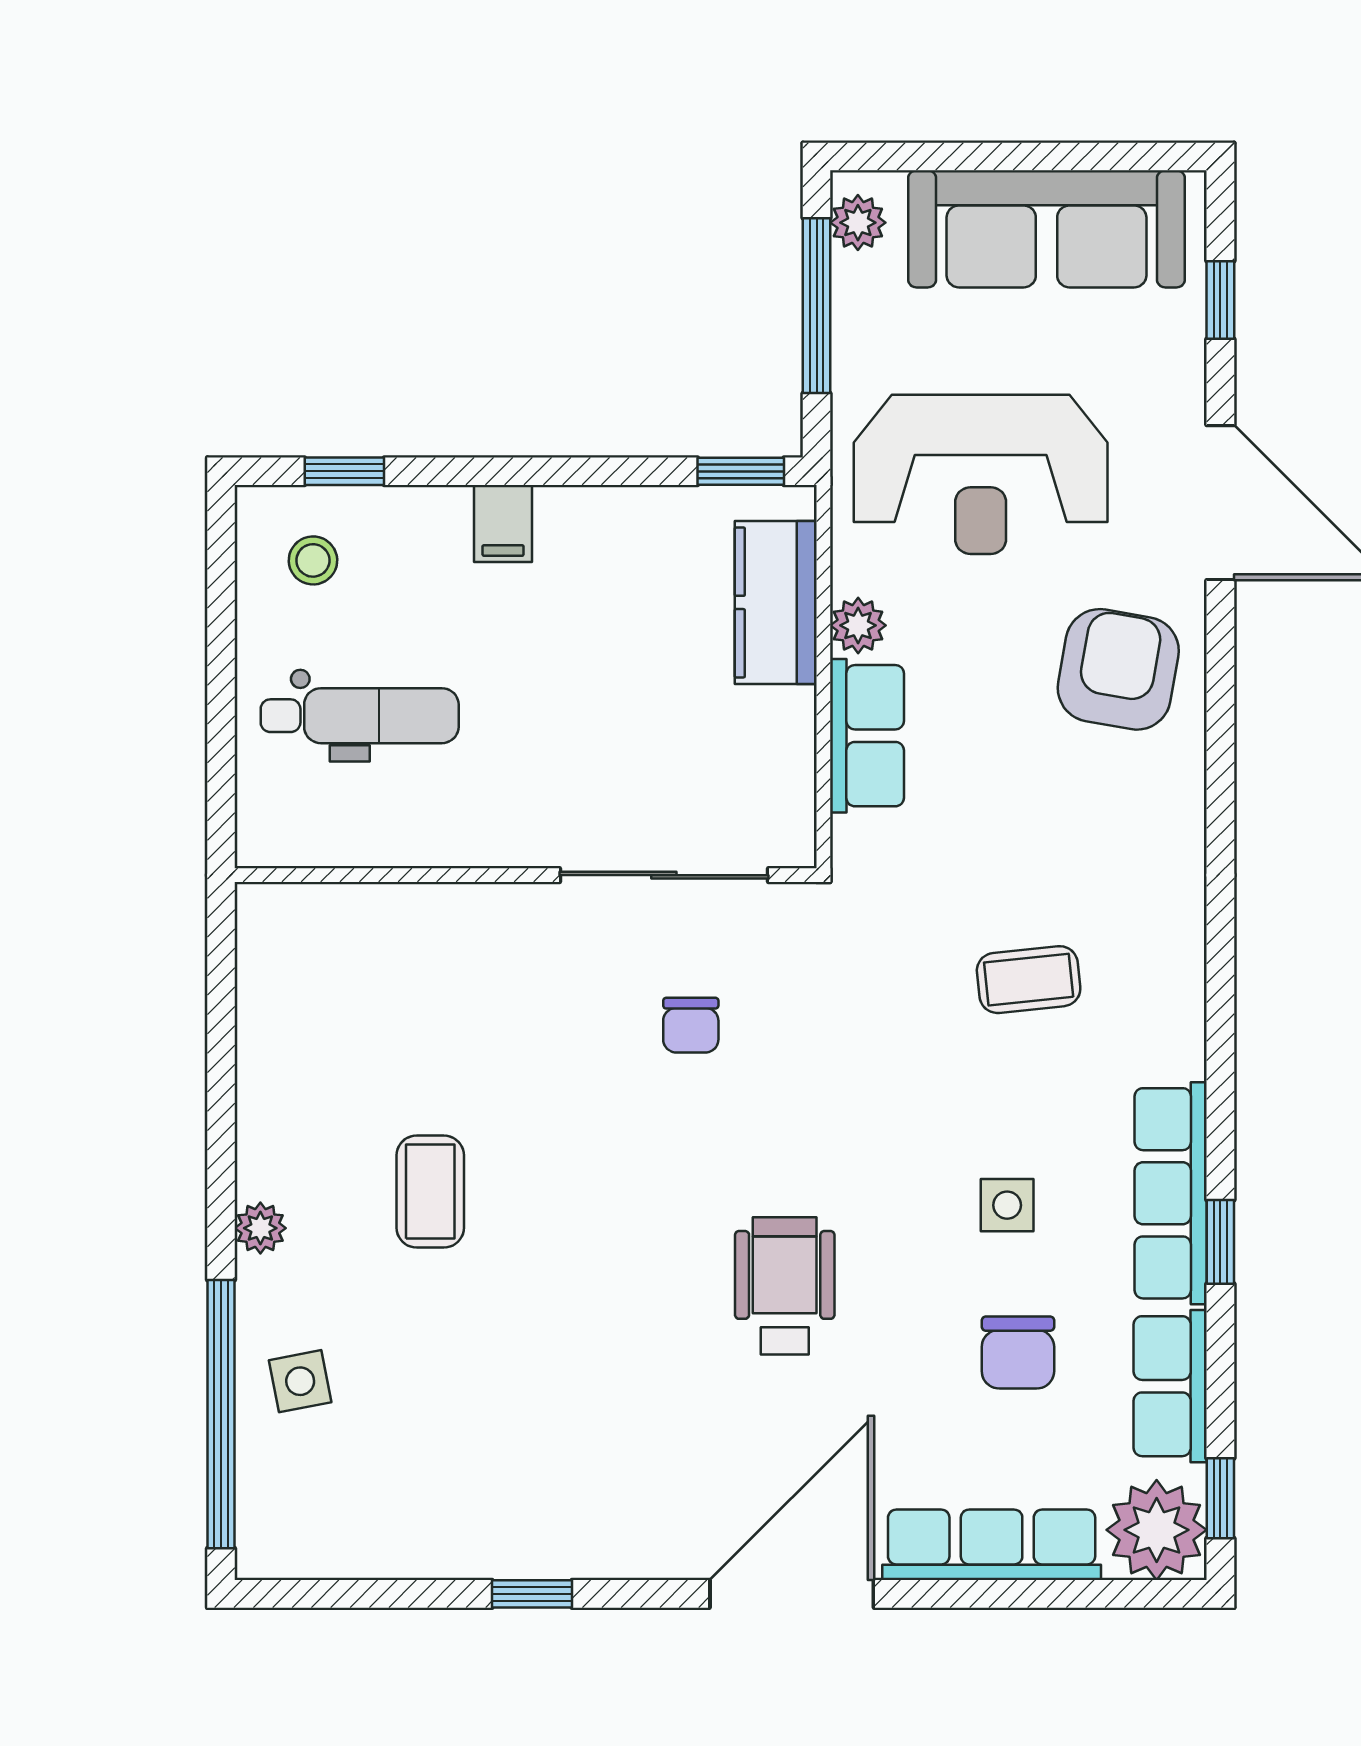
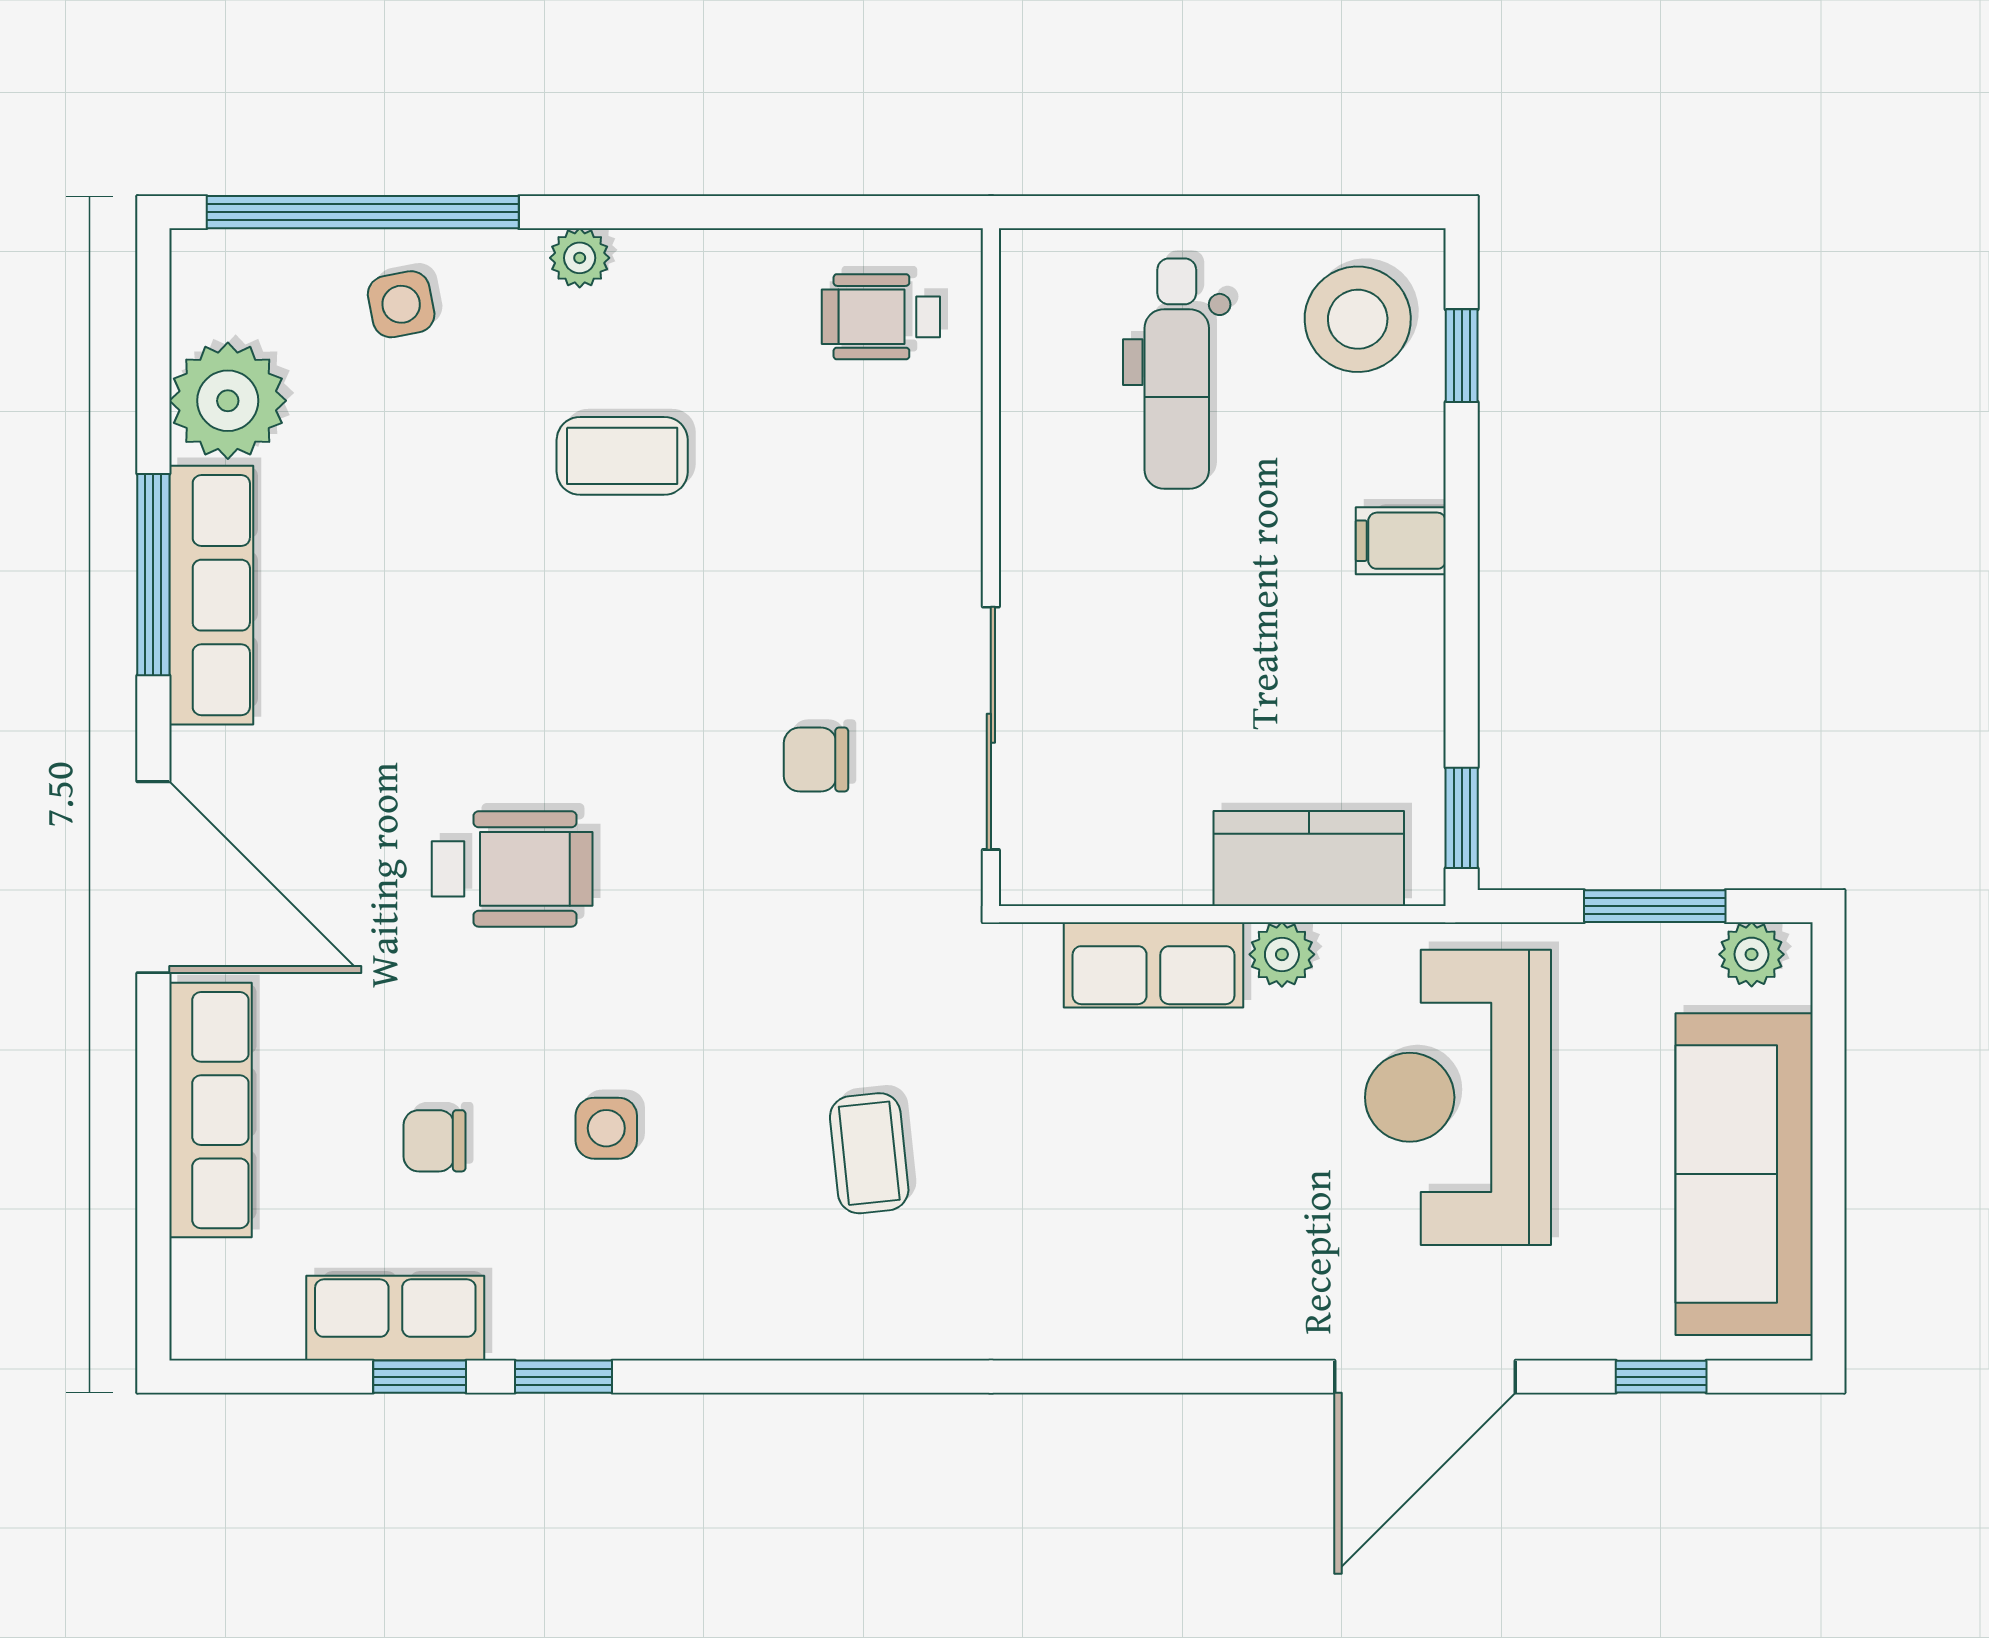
window: (817, 306) -> (1655, 906), width x0.69
stool: (313, 560) -> (1358, 319), width x1.89, depth x1.89
armchair: (1118, 669) -> (1231, 1258), removed
wheelchair: (311, 970) -> (881, 317), added
row of seats: (1171, 1193) -> (211, 595), moved, turned 90
chair: (1018, 1353) -> (435, 1141), width x0.73, depth x0.73
window: (1220, 1498) -> (420, 1377), moved
plant: (1157, 1530) -> (228, 401), moved
window: (532, 1594) -> (153, 575), width x2.17

